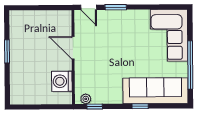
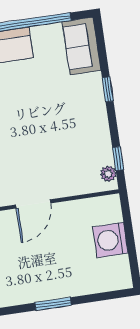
washing machine: (62, 81) -> (110, 240), moved, turned 90
sofa: (155, 91) -> (81, 46), width x0.54, depth x0.79

